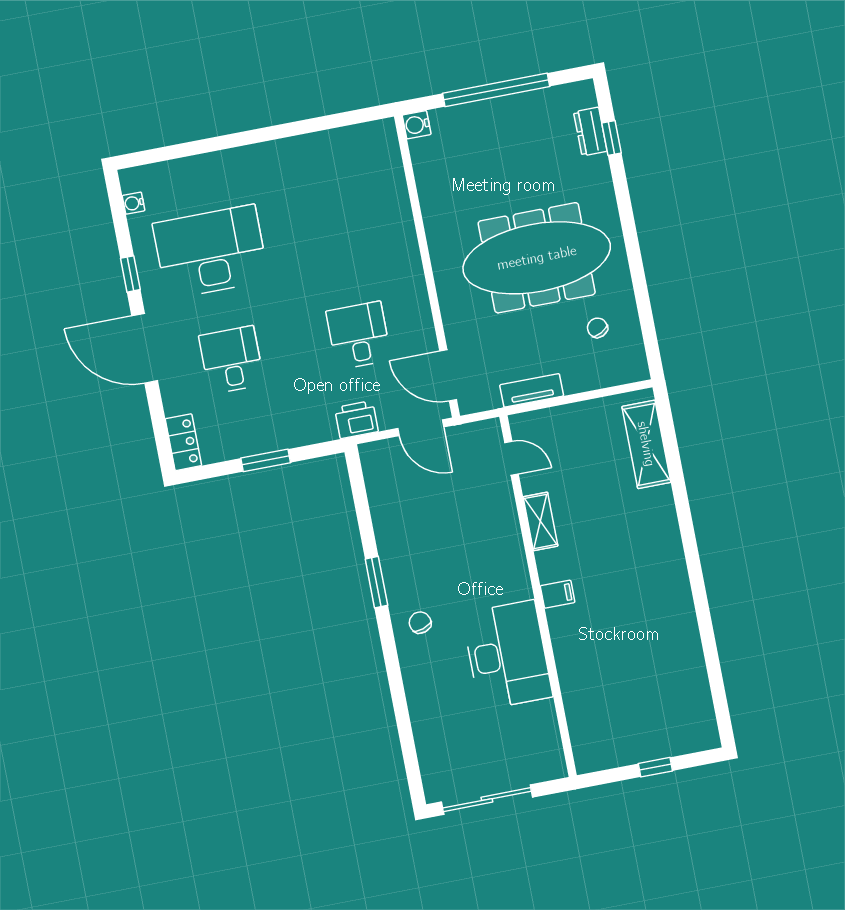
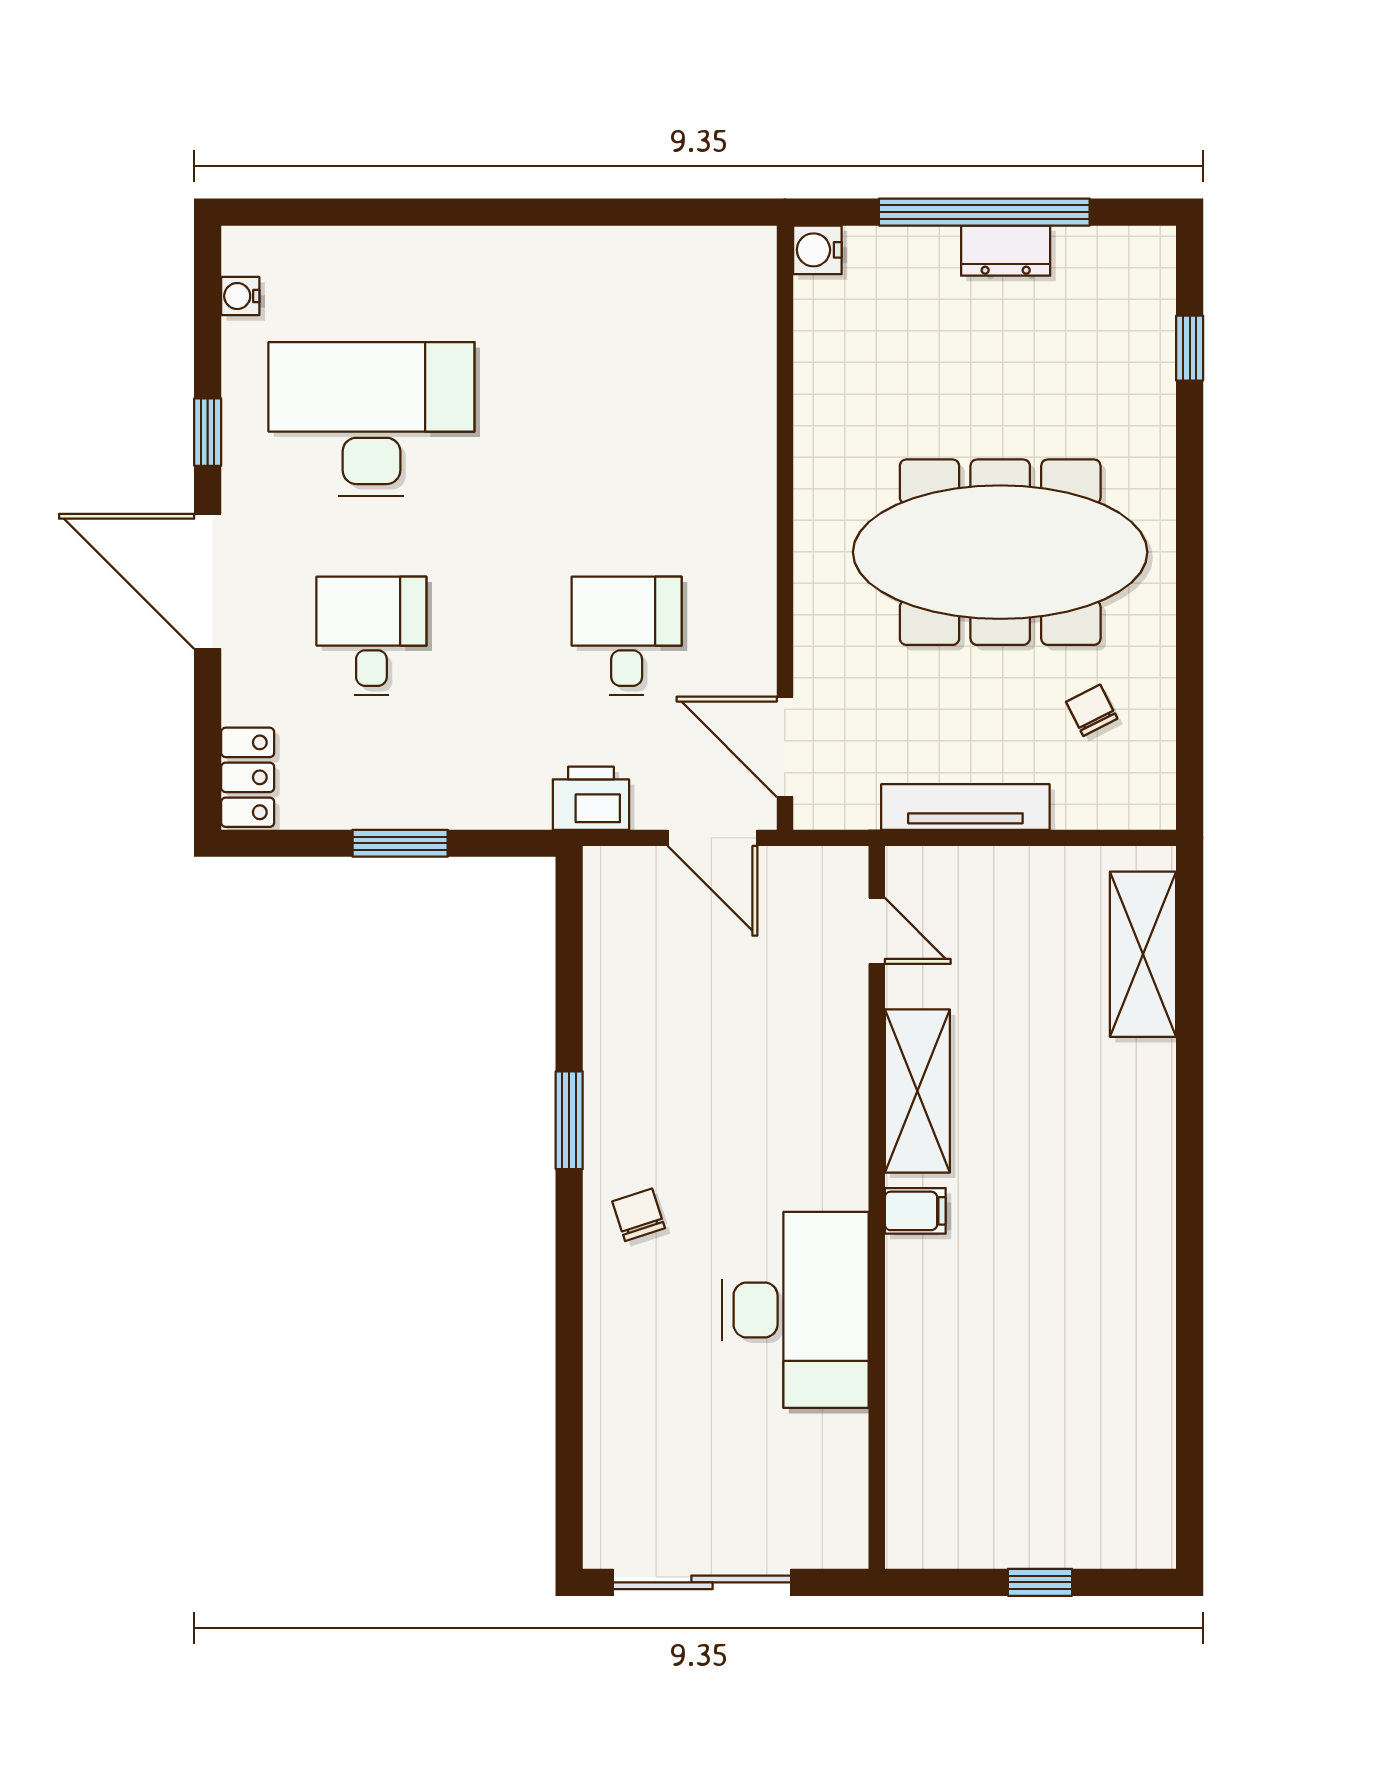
dresser: (590, 132) -> (1006, 251), moved, turned -90
tv unit: (532, 390) -> (965, 807), width x1.41
shelving: (540, 521) -> (917, 1091), width x1.50, depth x1.33

